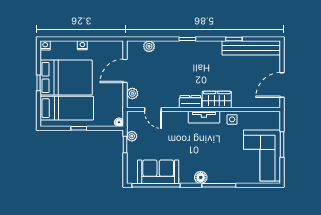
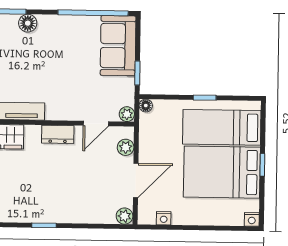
nightstand: (82, 45) -> (164, 218), moved
plant: (149, 46) -> (125, 216), moved
dresser: (190, 102) -> (58, 134), moved
door: (153, 109) -> (96, 124), swing flipped
plant: (132, 136) -> (127, 114), moved
sofa: (158, 172) -> (118, 46), moved, turned 90

